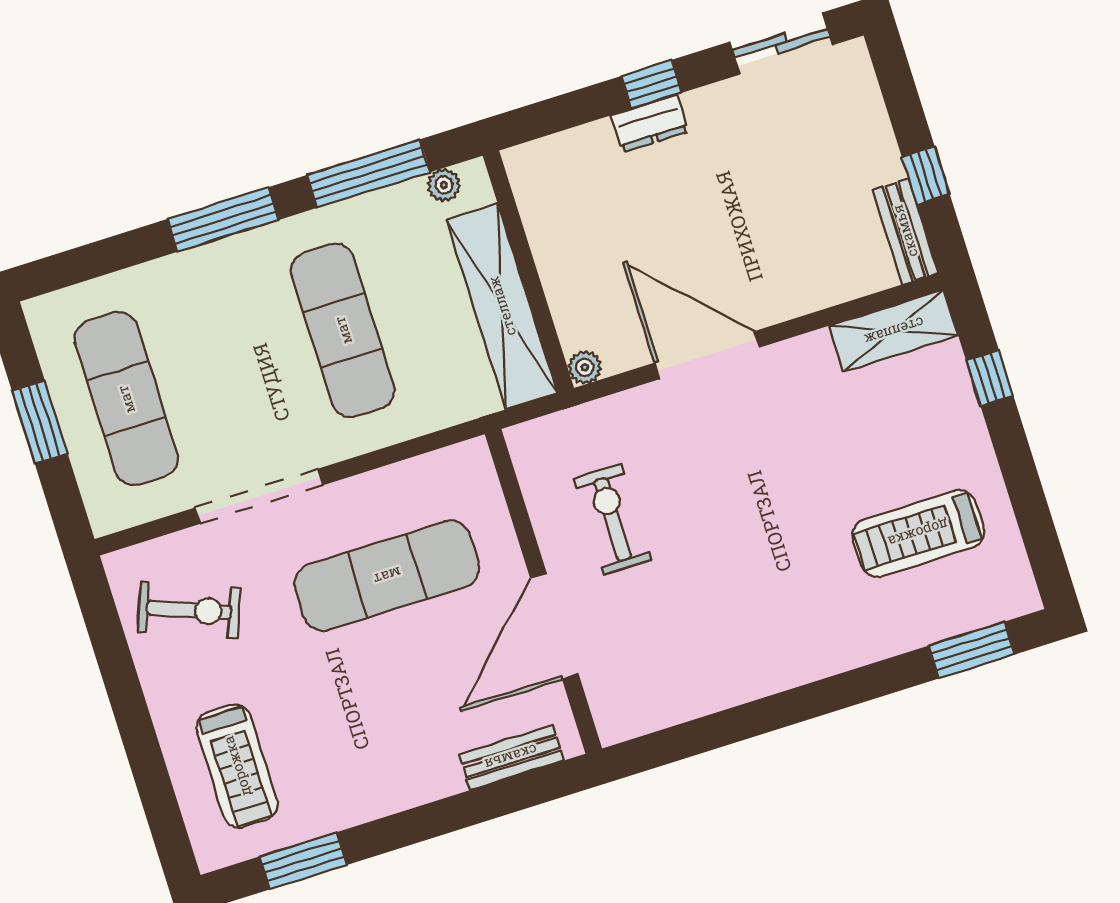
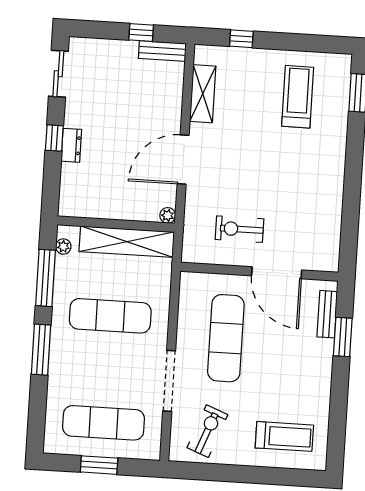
shelving: (894, 331) -> (203, 94), moved
treadmill: (918, 533) -> (298, 97), turned 180
window: (303, 861) -> (343, 337), moved

